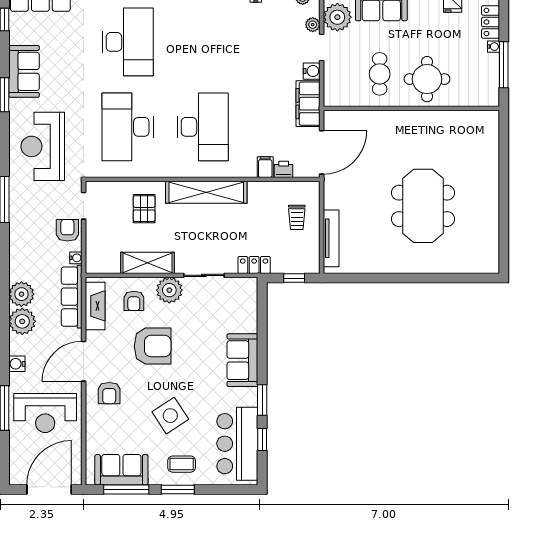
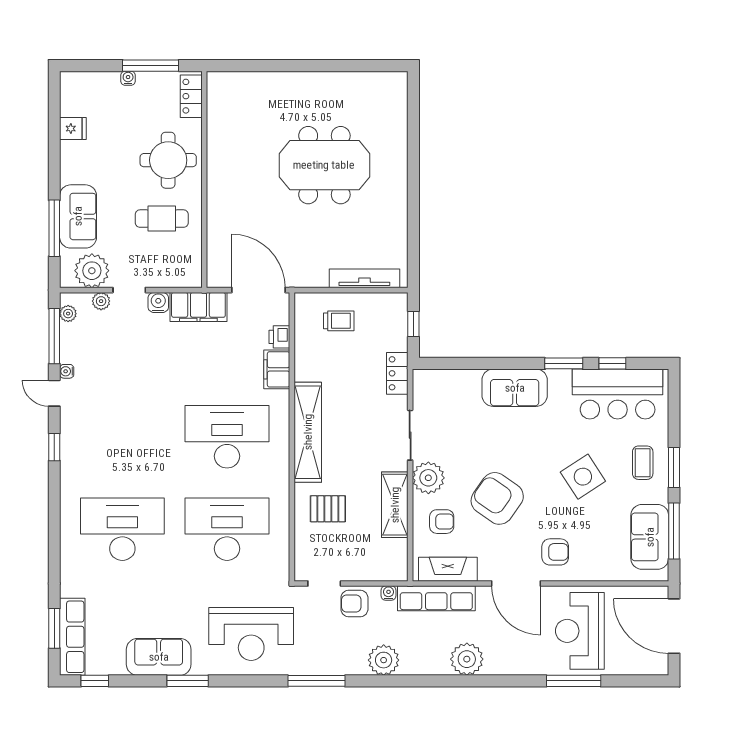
locker: (491, 22) -> (191, 96), moved, turned 90
desk: (128, 127) -> (227, 529), turned 180
filing cabinet: (265, 167) -> (277, 369), width x2.00
plant: (21, 294) -> (384, 660), moved
armchair: (153, 346) -> (497, 498), turned -55
water cooler: (17, 364) -> (519, 666), removed
reception desk: (45, 413) -> (580, 631), turned 180

